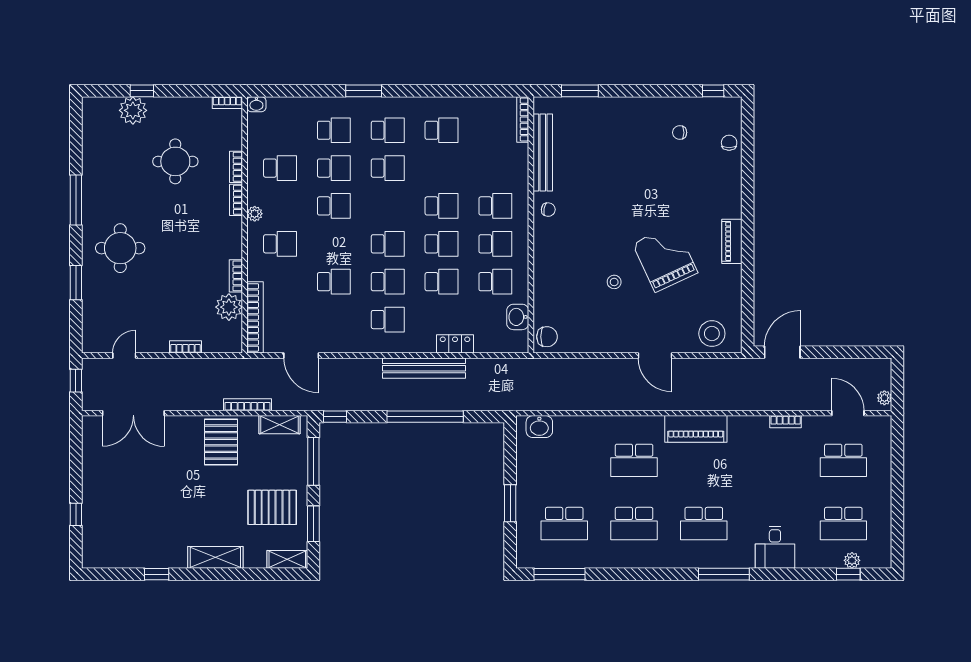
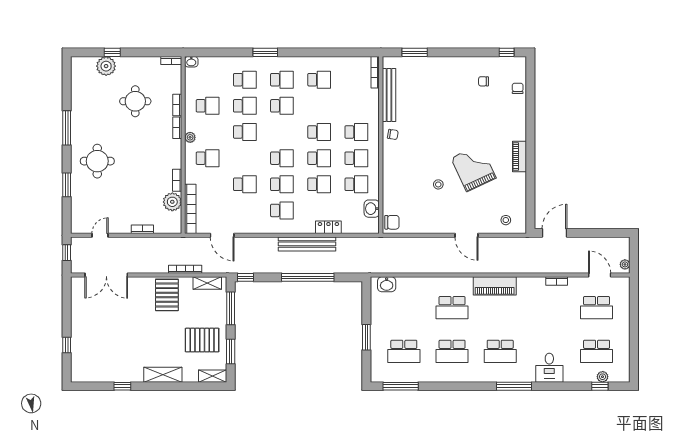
stool: (712, 334) -> (506, 220), width x0.53, depth x0.53

